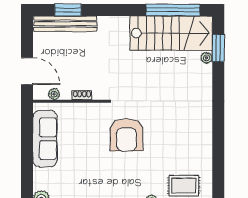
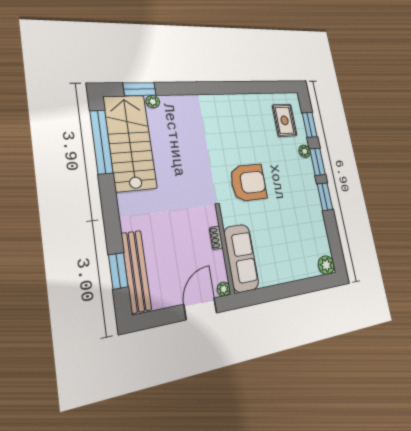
plant: (54, 94) -> (224, 289), moved
sofa: (45, 139) -> (241, 258), moved, turned 90

